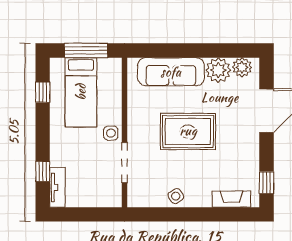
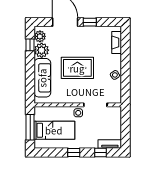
window: (227, 51) -> (30, 45), added
window: (43, 92) -> (74, 153), moved
rug: (188, 131) -> (77, 68), turned 90
window: (266, 183) -> (90, 22), moved

